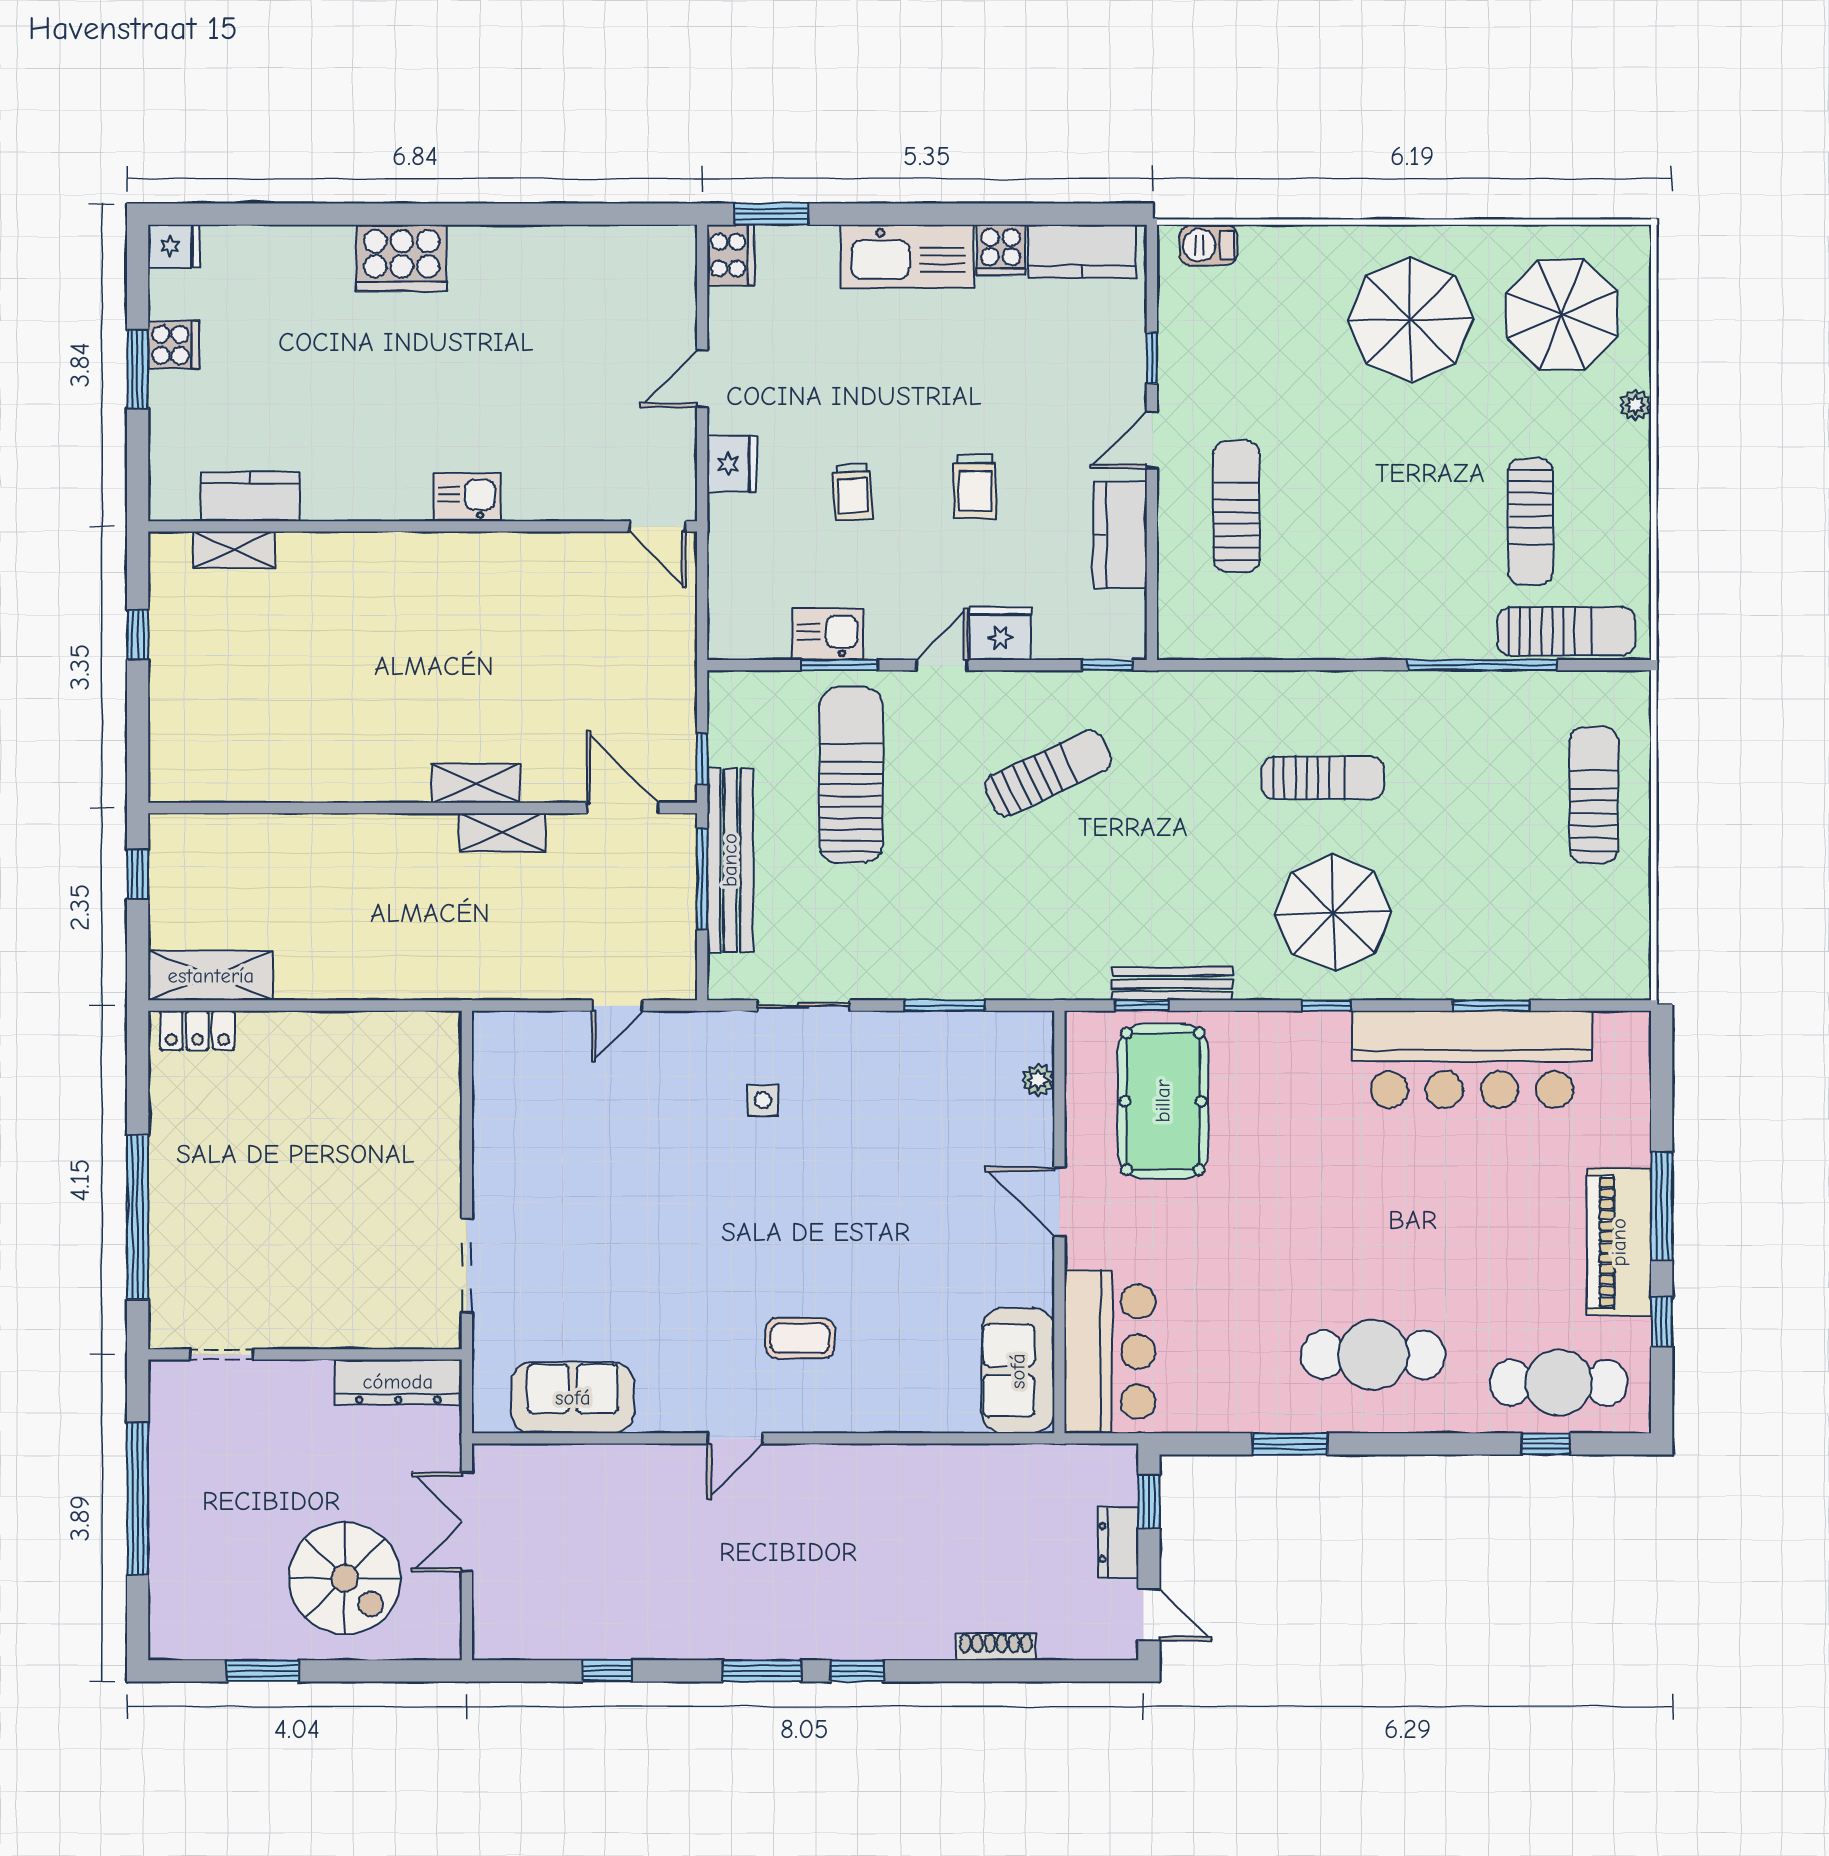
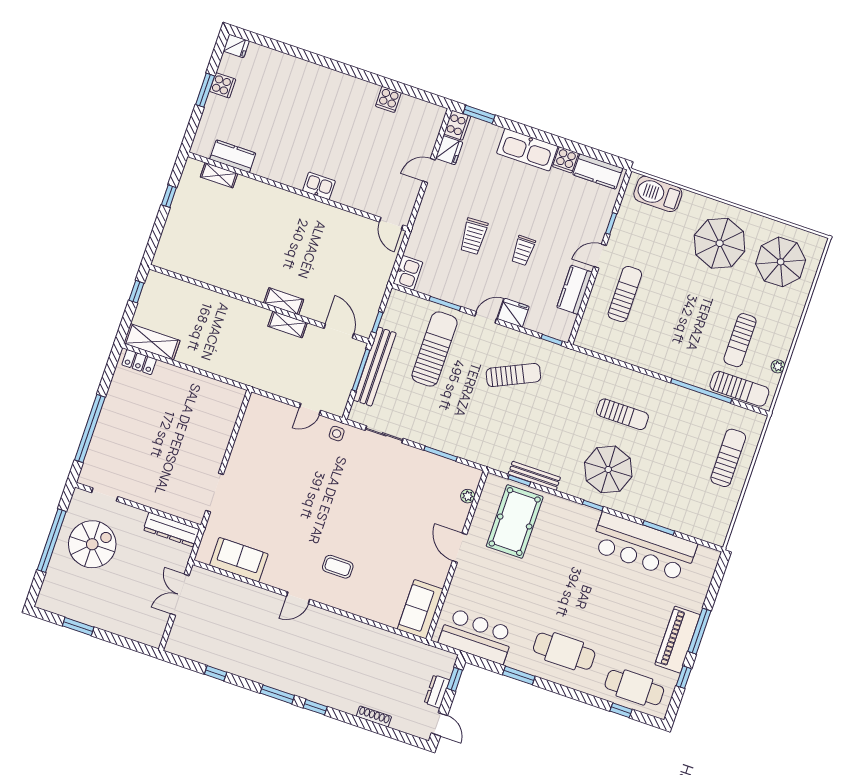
barbecue: (1208, 245) -> (658, 194), width x1.88, depth x1.53
cooker: (402, 258) -> (388, 99), moved, width x0.53, depth x0.76
plant: (1635, 405) -> (778, 366), moved
fridge: (732, 464) -> (449, 150), moved
trolley: (852, 492) -> (474, 236), width x1.36, depth x1.39
kitchen sink: (828, 634) -> (408, 273), moved, turned 90
side table: (763, 1100) -> (337, 434), moved
bar counter: (1110, 1352) -> (477, 636), moved, turned -90
spiral stairs: (345, 1578) -> (92, 544), moved, turned -90

